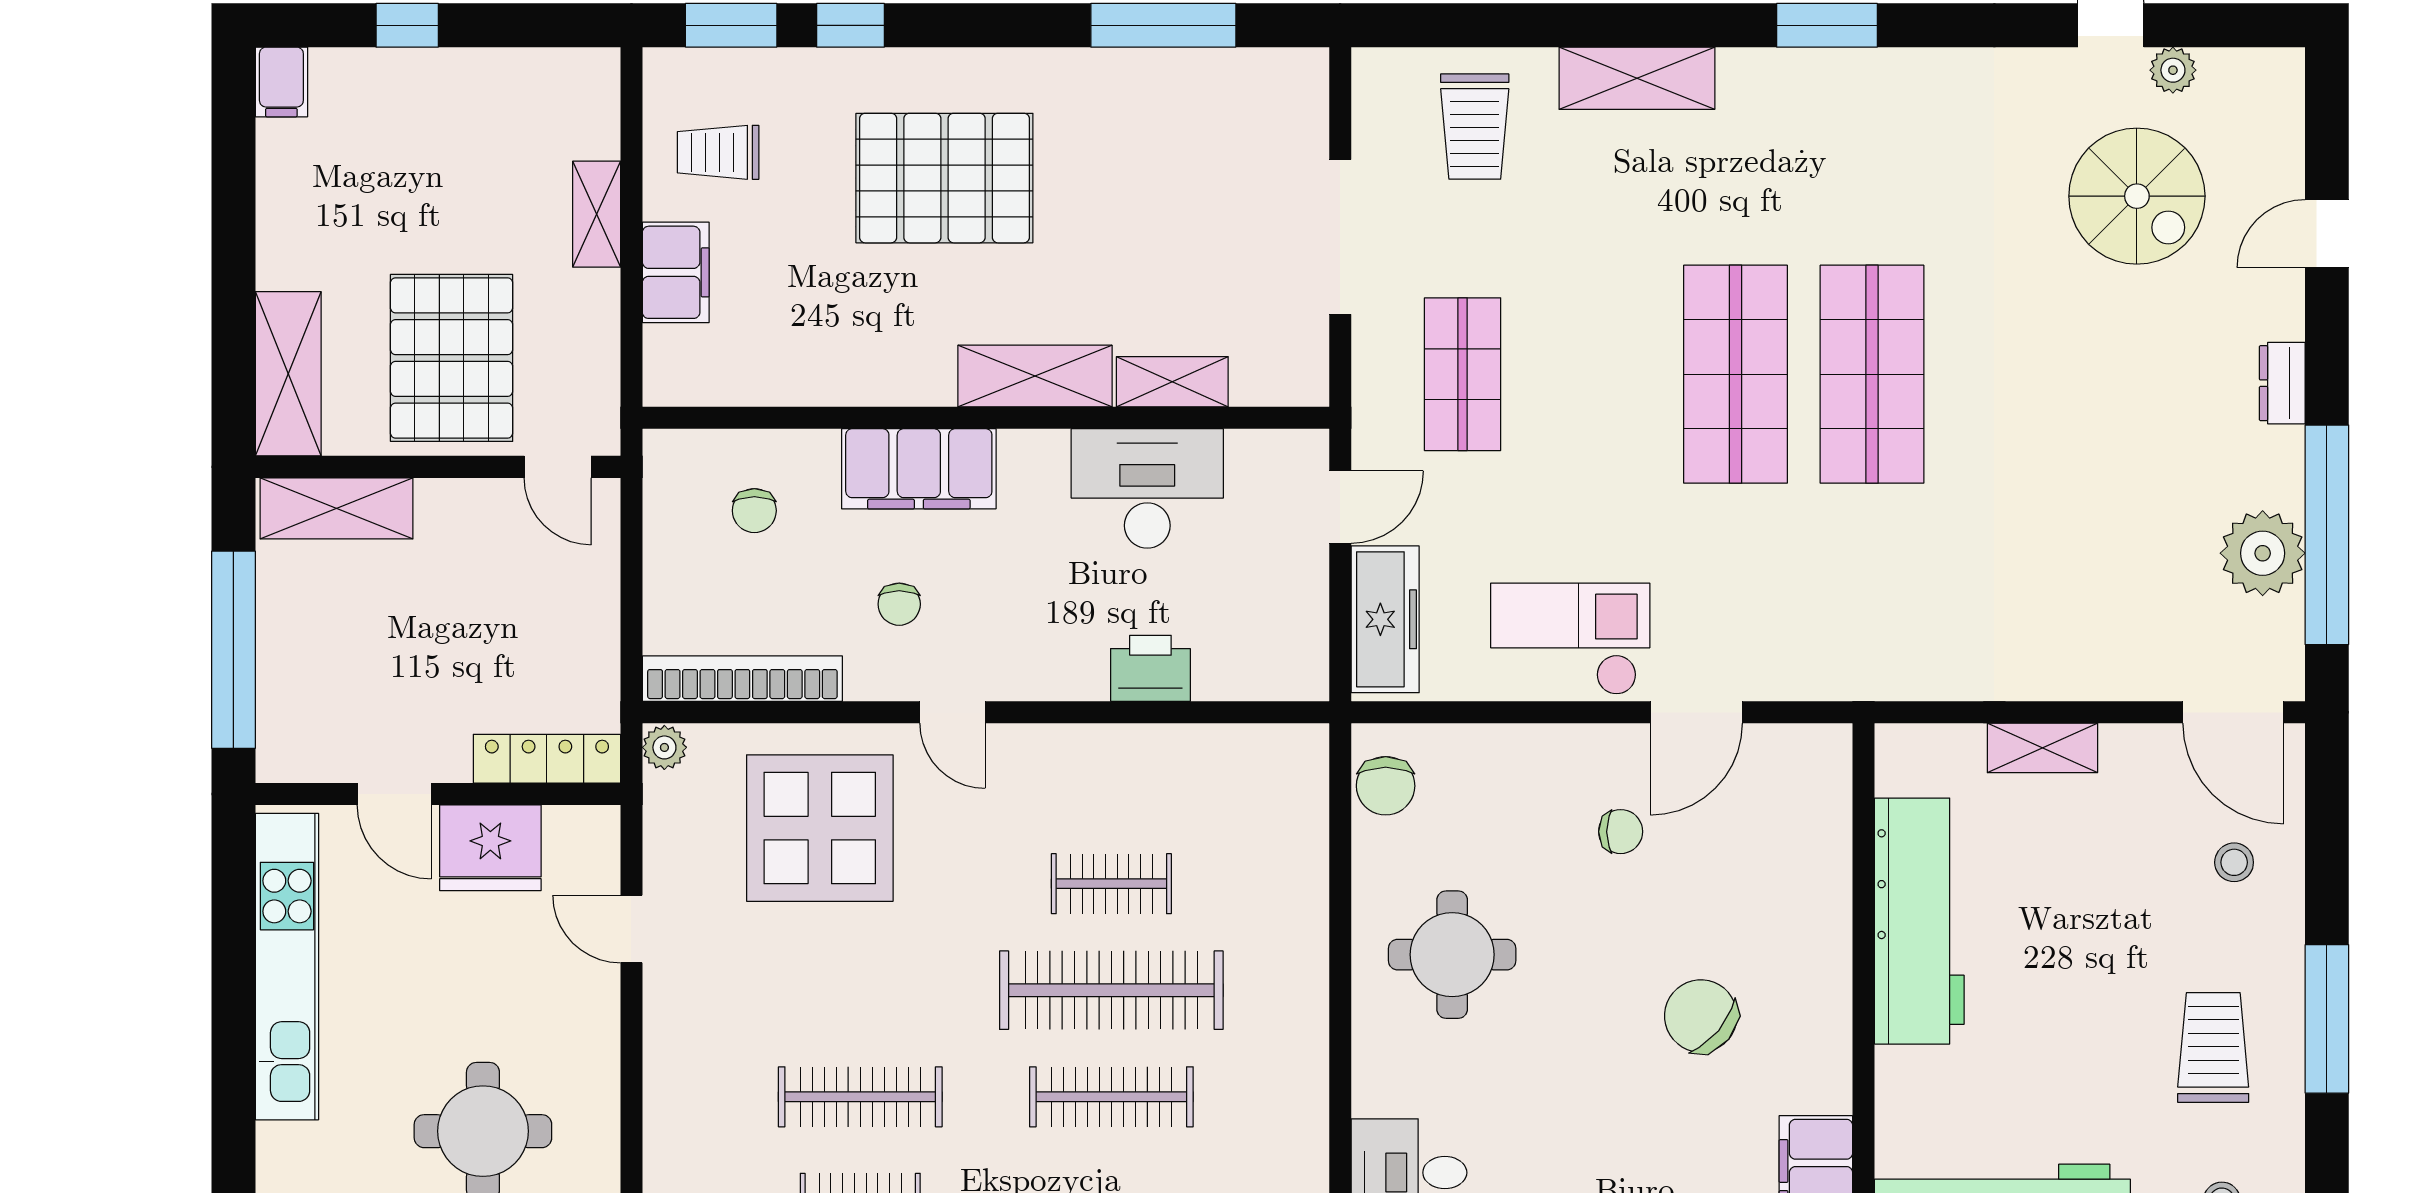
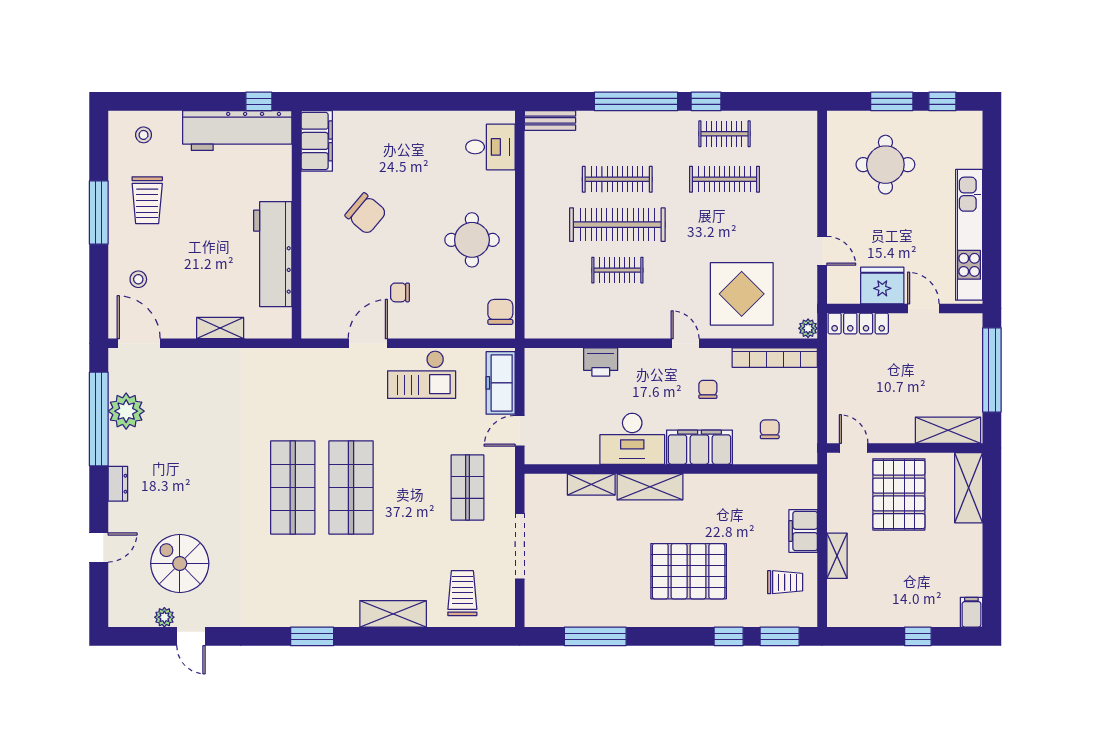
desk: (1147, 488) -> (632, 439), moved

